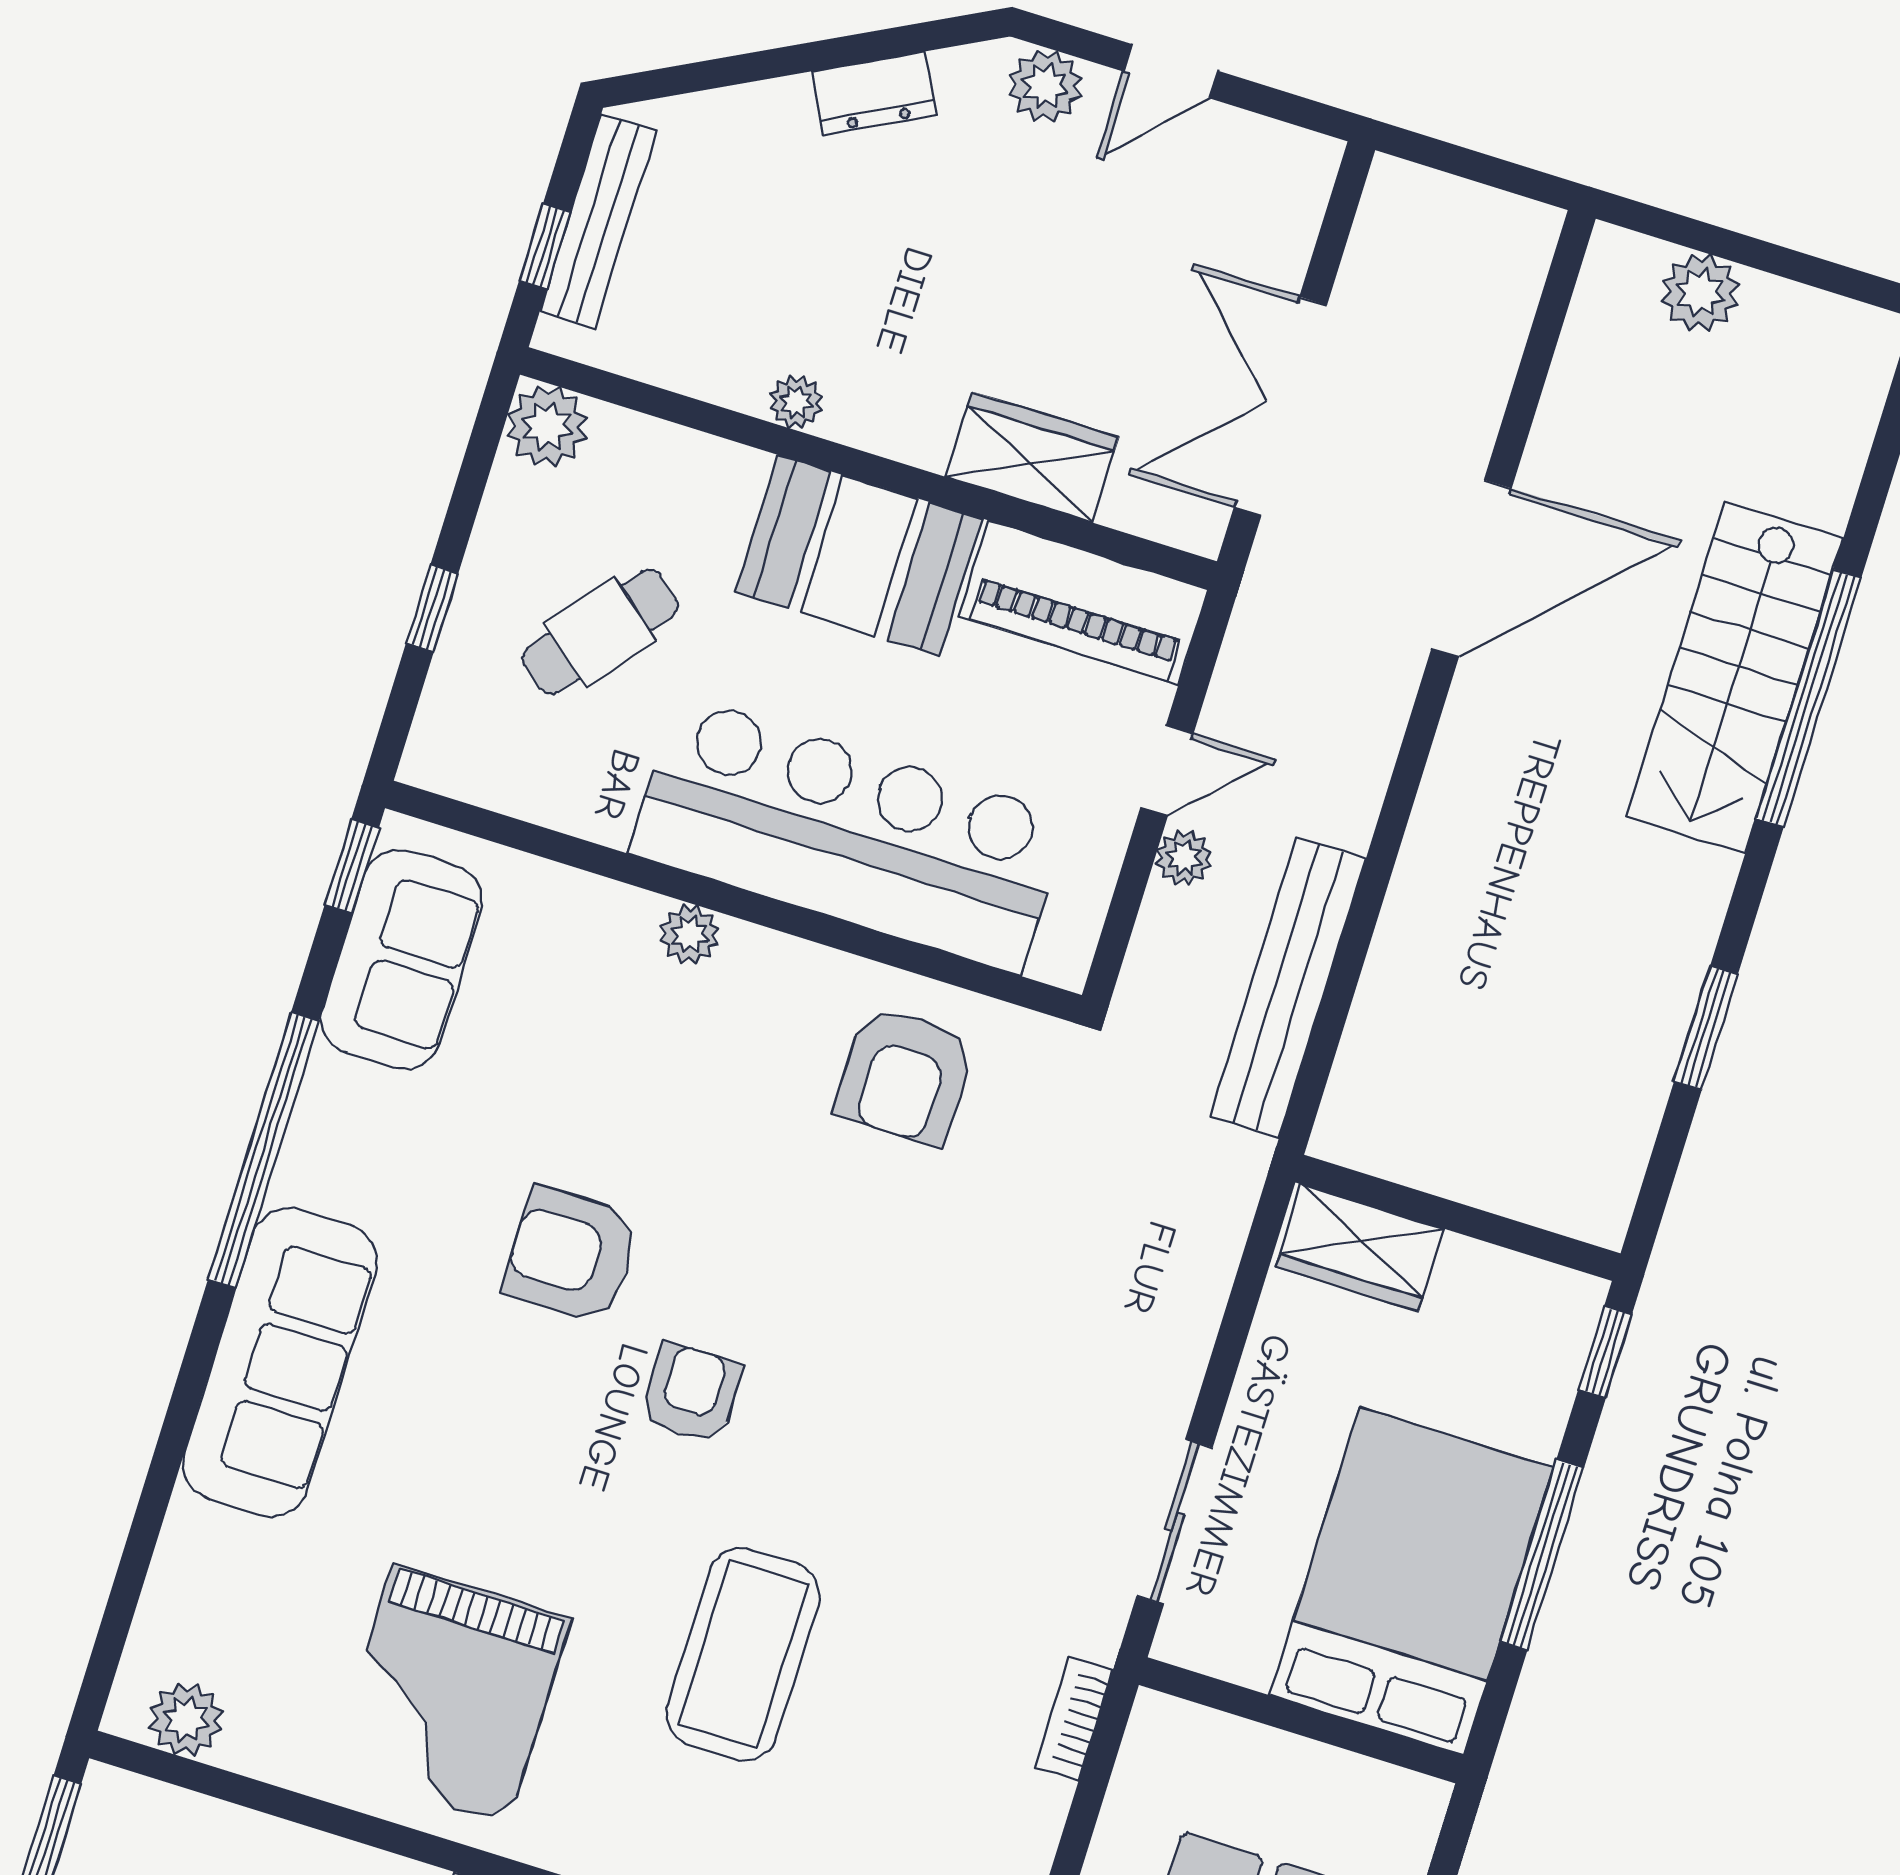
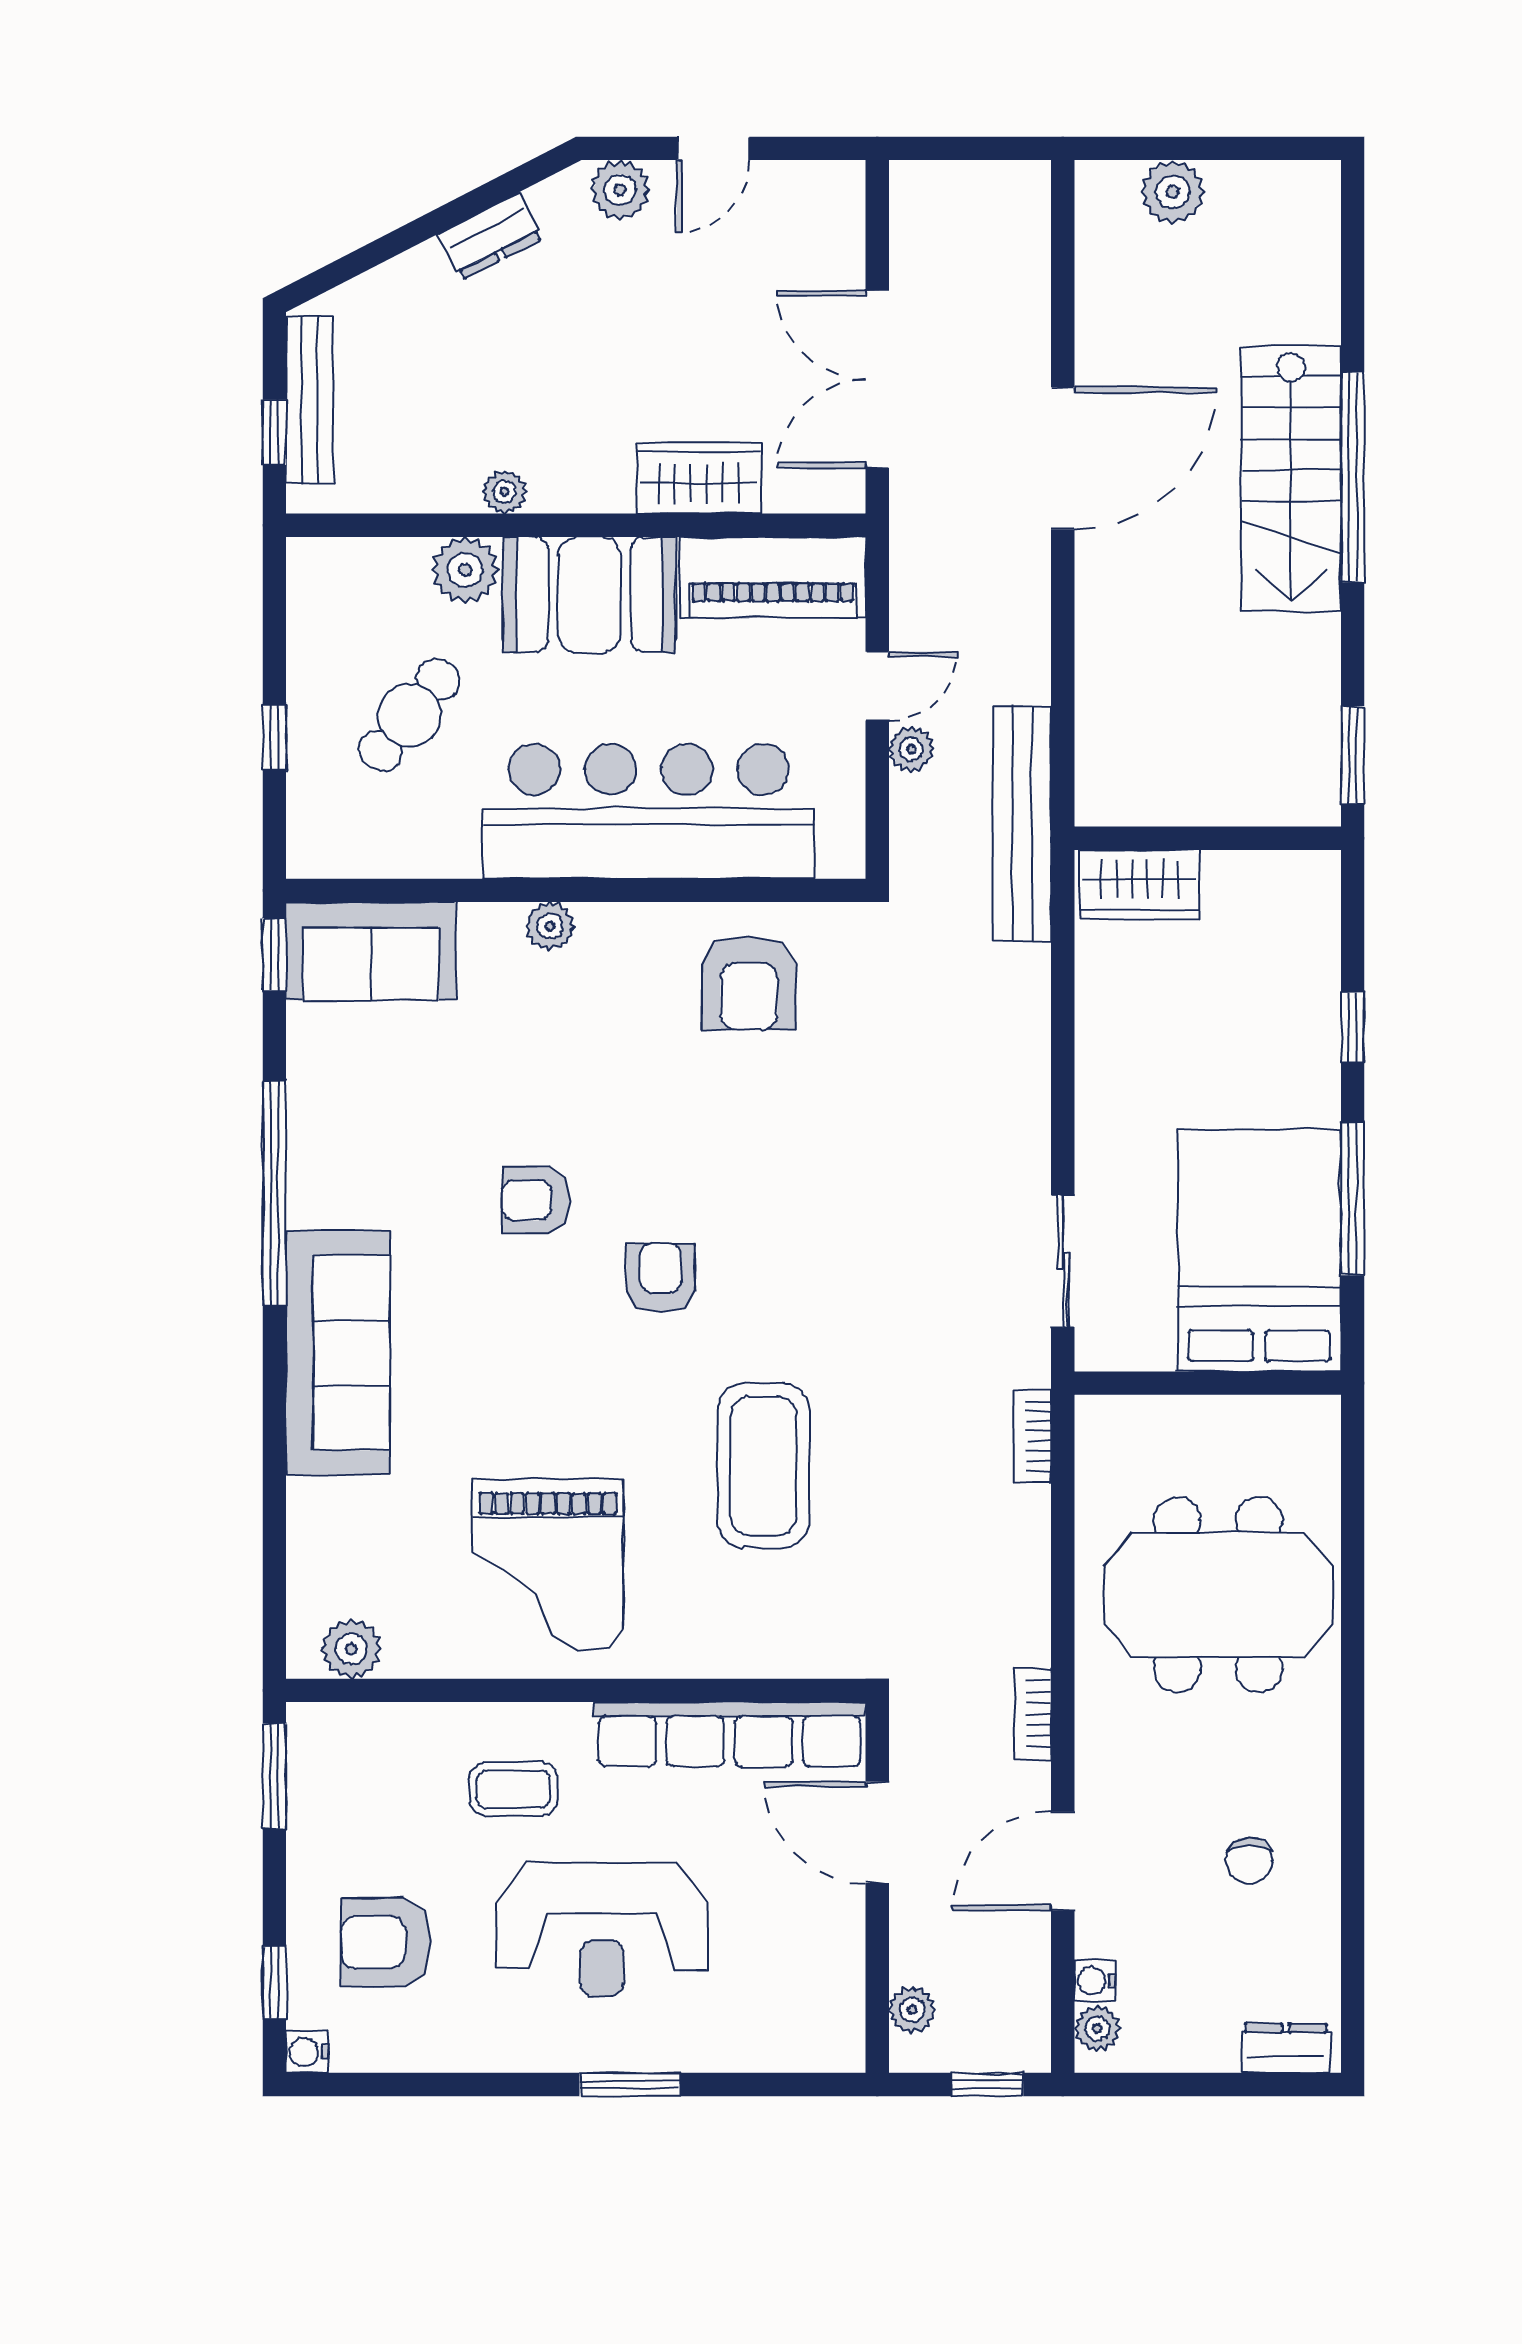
plant: (547, 426) -> (465, 570), moved
sofa: (402, 959) -> (371, 951), moved, turned 90
wall: (1458, 1218) -> (1208, 838), moved
wardrobe: (1360, 1248) -> (1140, 885), moved
armchair: (571, 1255) -> (536, 1200), width x0.72, depth x0.72

